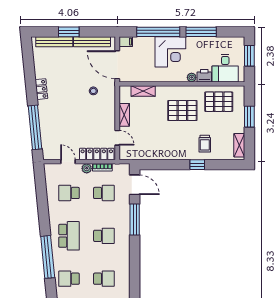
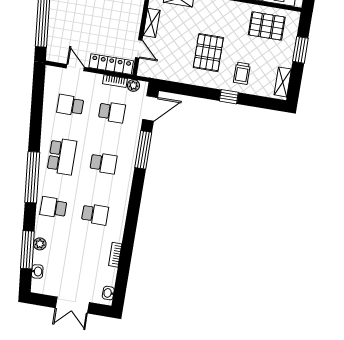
pallet: (182, 111) -> (208, 53), moved, turned 90
plant: (87, 168) -> (133, 85), moved
door: (135, 185) -> (150, 108), hinge flipped

